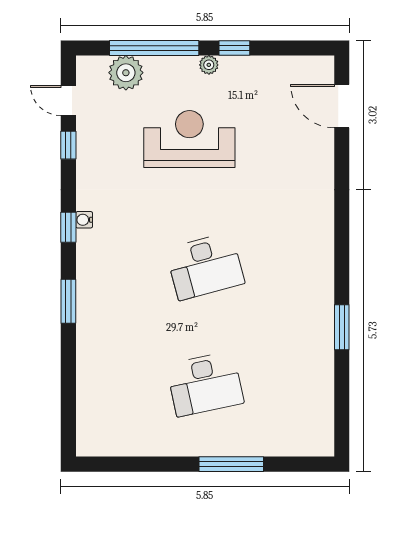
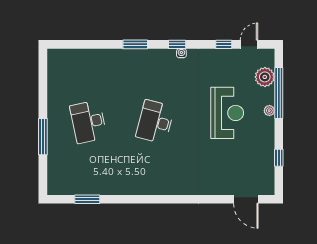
window: (234, 48) -> (279, 158), moved
plant: (209, 65) -> (269, 111), moved
door: (342, 106) -> (246, 199), swing flipped
desk: (205, 266) -> (155, 122), turned 30
window: (342, 327) -> (87, 199), moved

